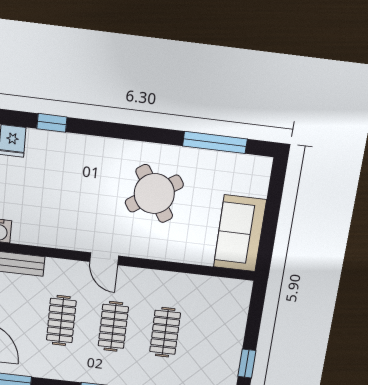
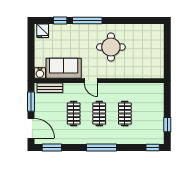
window: (215, 143) -> (87, 20), moved
round table: (154, 194) -> (111, 47), turned 33
sofa: (240, 233) -> (64, 68), moved, turned 90

